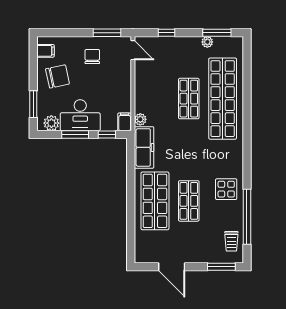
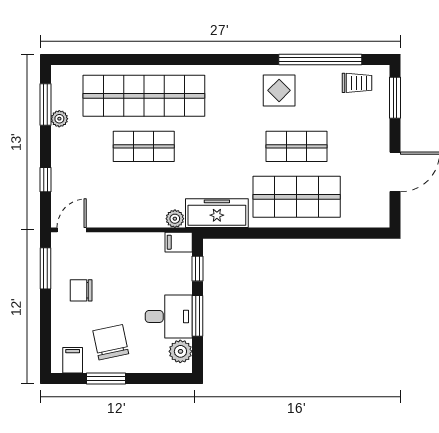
window: (33, 104) -> (106, 379), moved
desk: (80, 115) -> (169, 316), width x0.73

